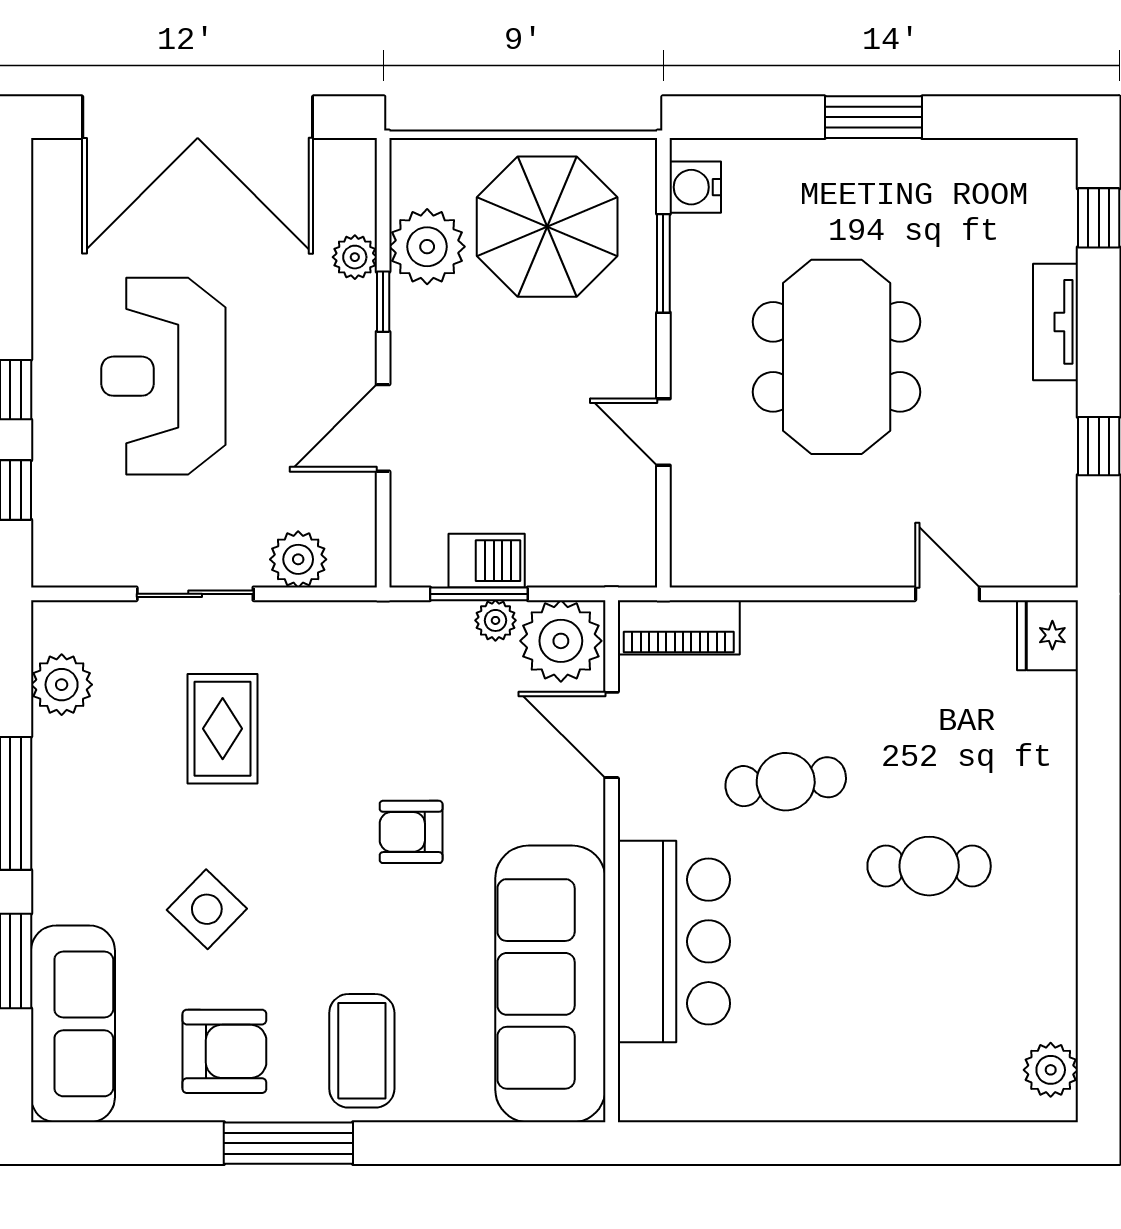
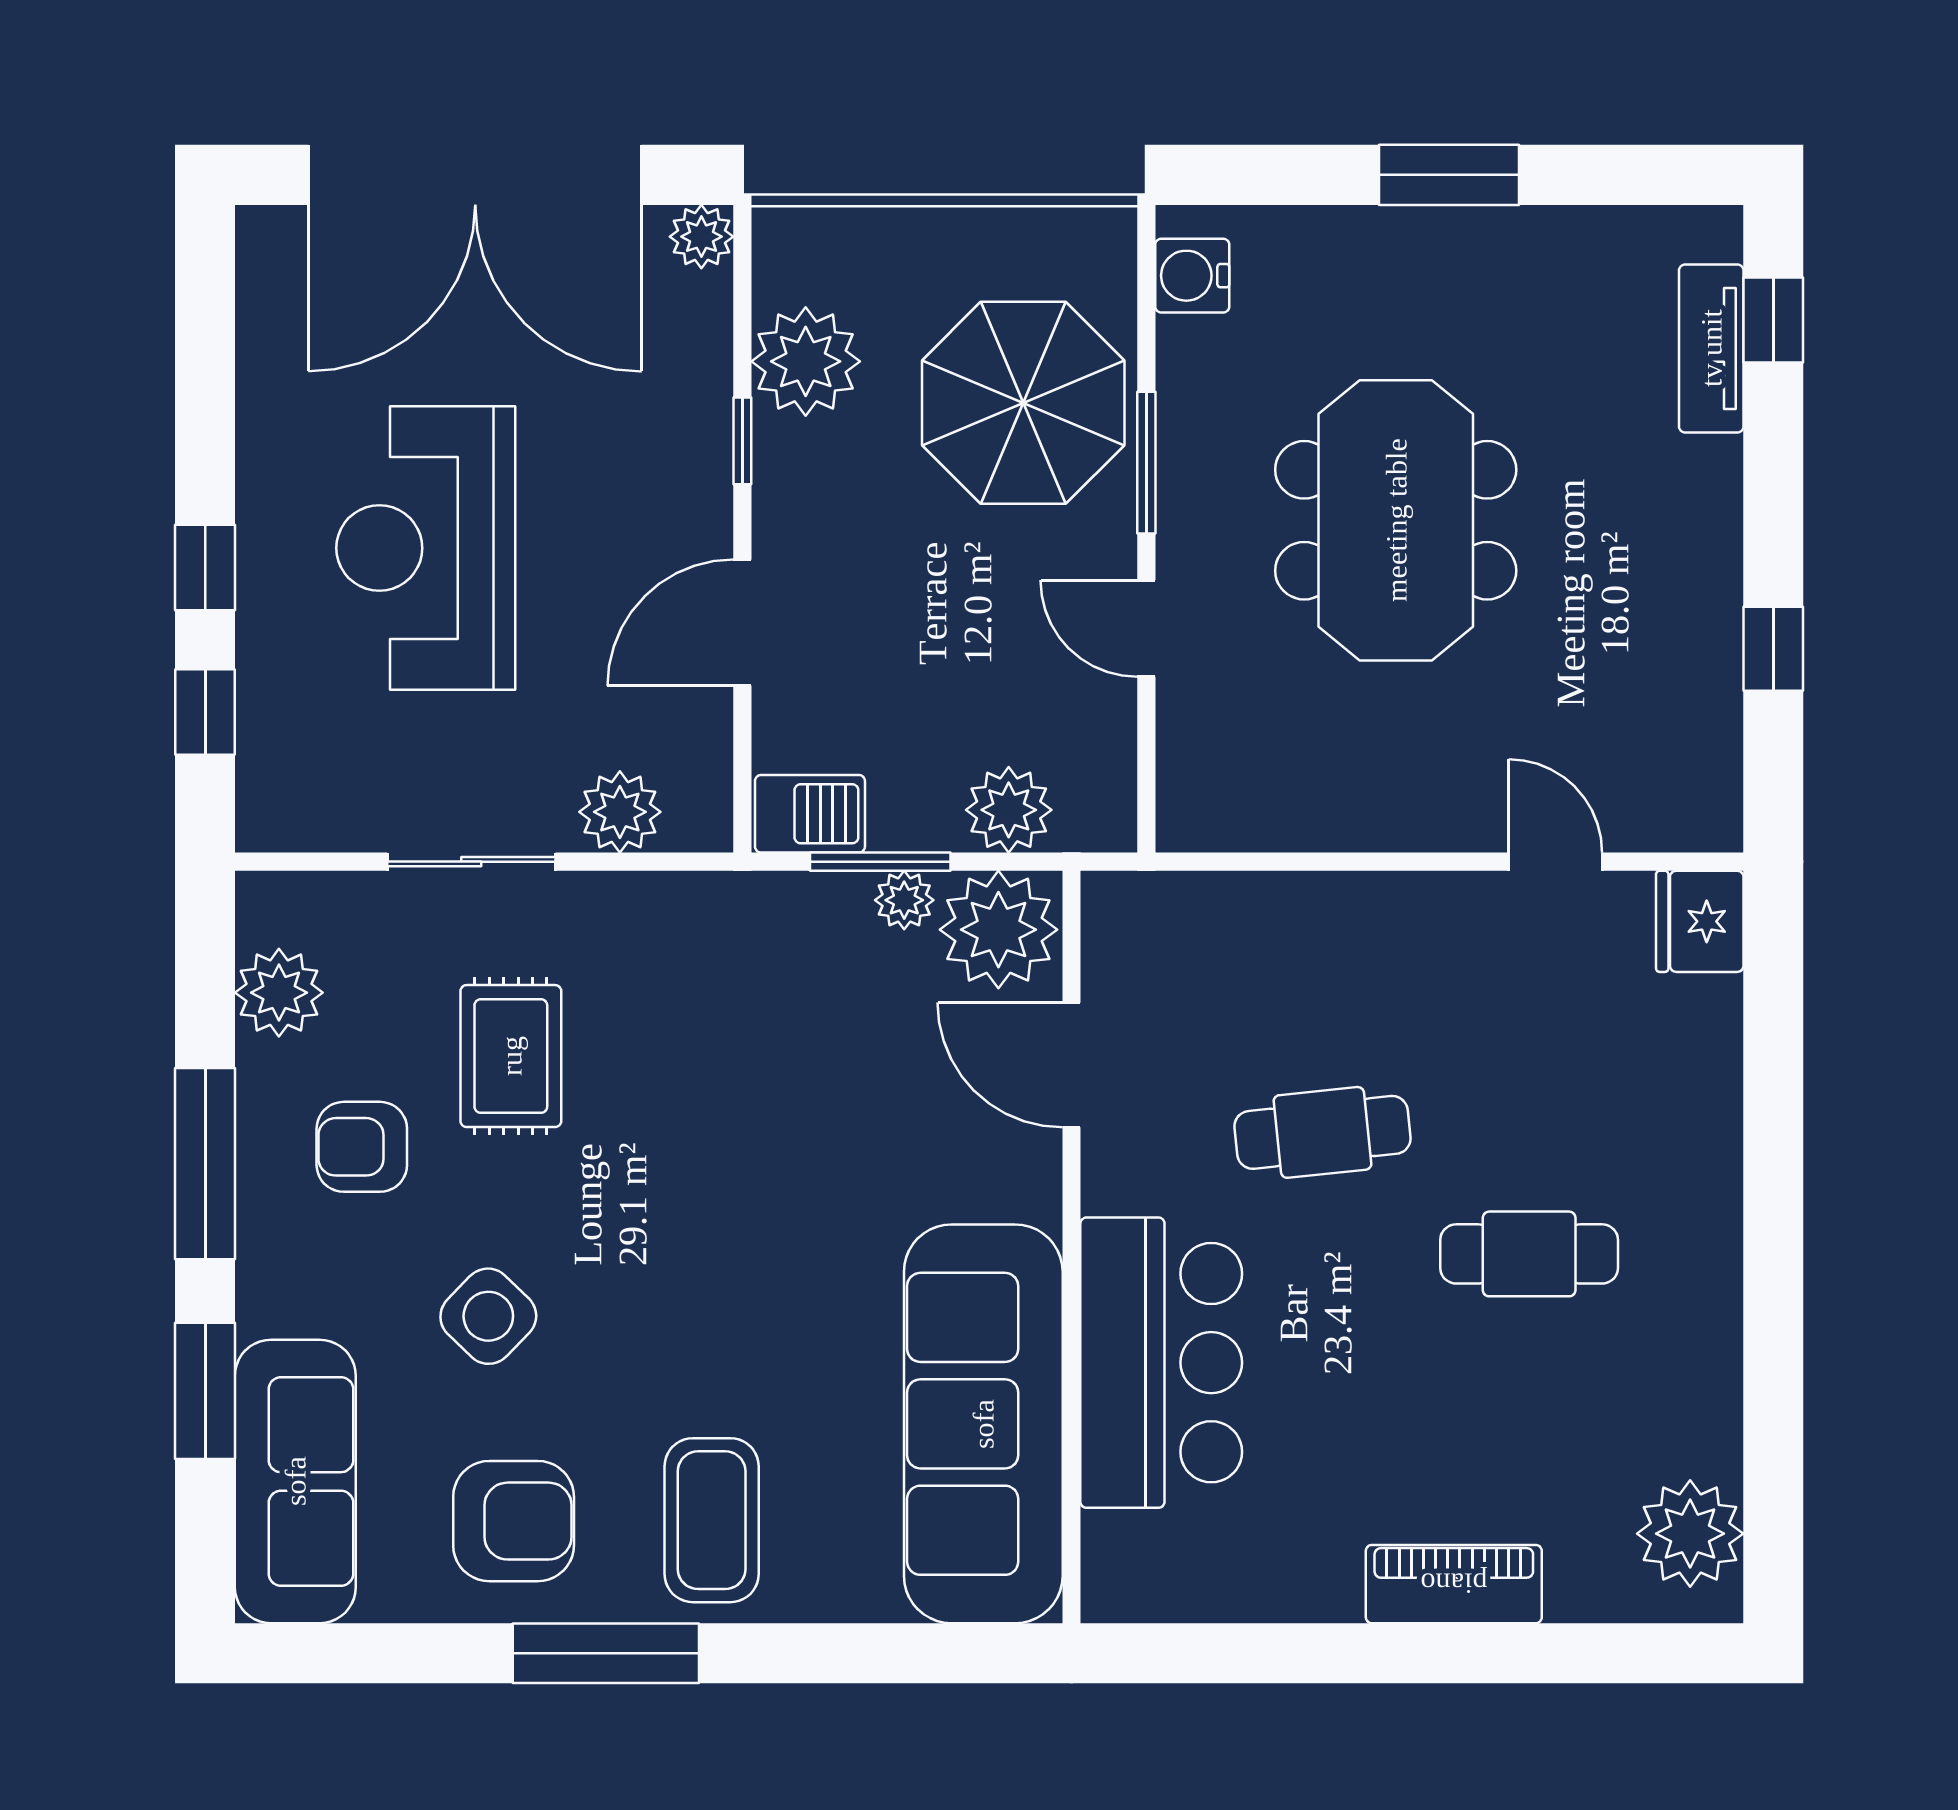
parasol: (547, 227) -> (1023, 403), moved
plant: (355, 257) -> (701, 237), moved
window: (663, 263) -> (1146, 463), moved
tv unit: (1055, 322) -> (1711, 348), moved
plant: (568, 558) -> (1009, 810), added
barbecue: (487, 561) -> (810, 814), moved
piano: (679, 627) -> (1454, 1584), moved, turned 180
armchair: (411, 832) -> (362, 1147), moved
plant: (1051, 1070) -> (1690, 1534), width x1.36, depth x1.36

